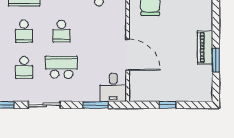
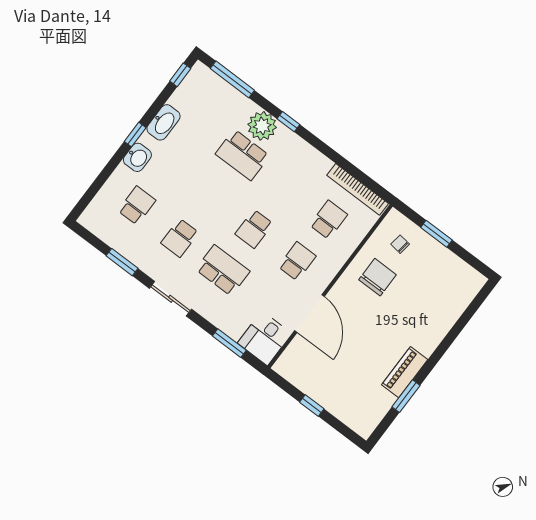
school desk: (24, 31) -> (297, 261), moved, turned 180

